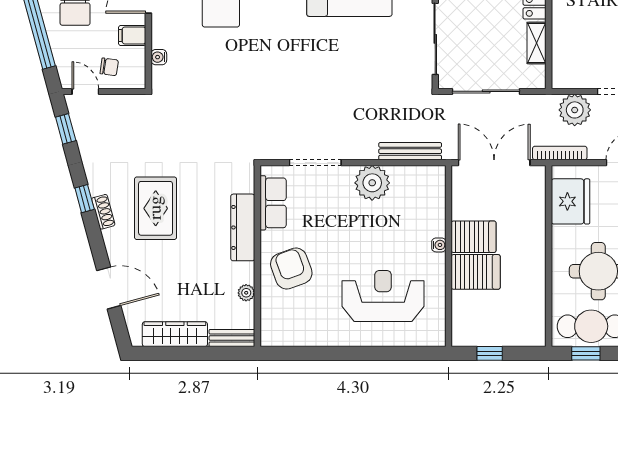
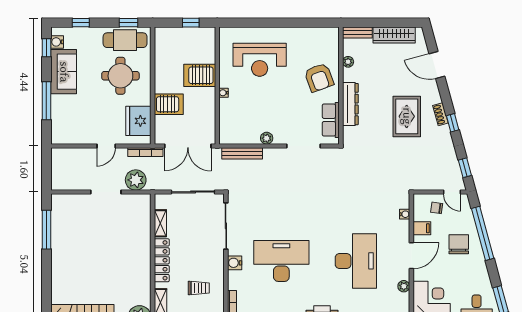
plant: (372, 183) -> (267, 138), width x0.53, depth x0.53
server rack: (474, 237) -> (169, 104), moved, turned 180

